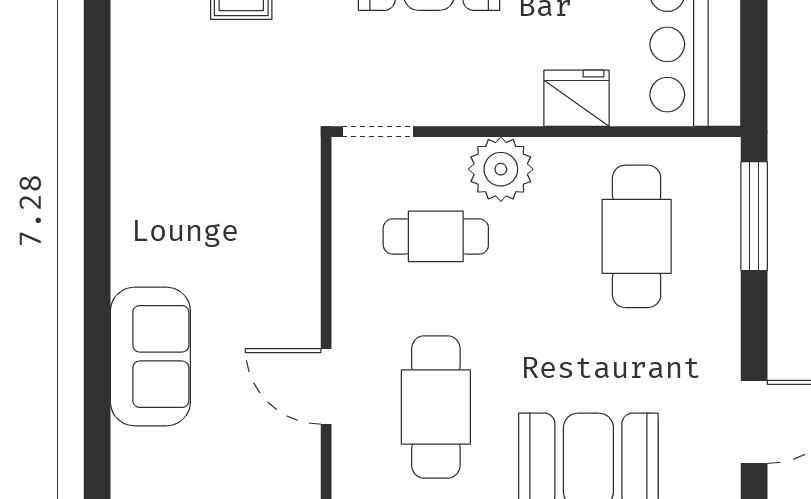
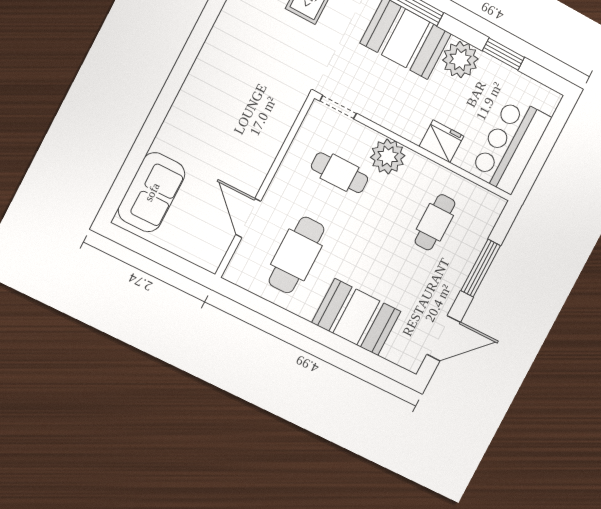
window: (754, 216) -> (481, 268), moved
cafe table: (637, 236) -> (435, 222), width x0.73, depth x0.74
sofa: (150, 357) -> (152, 192), moved

